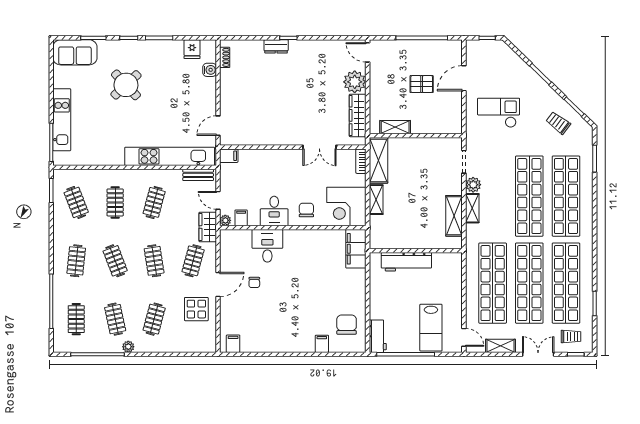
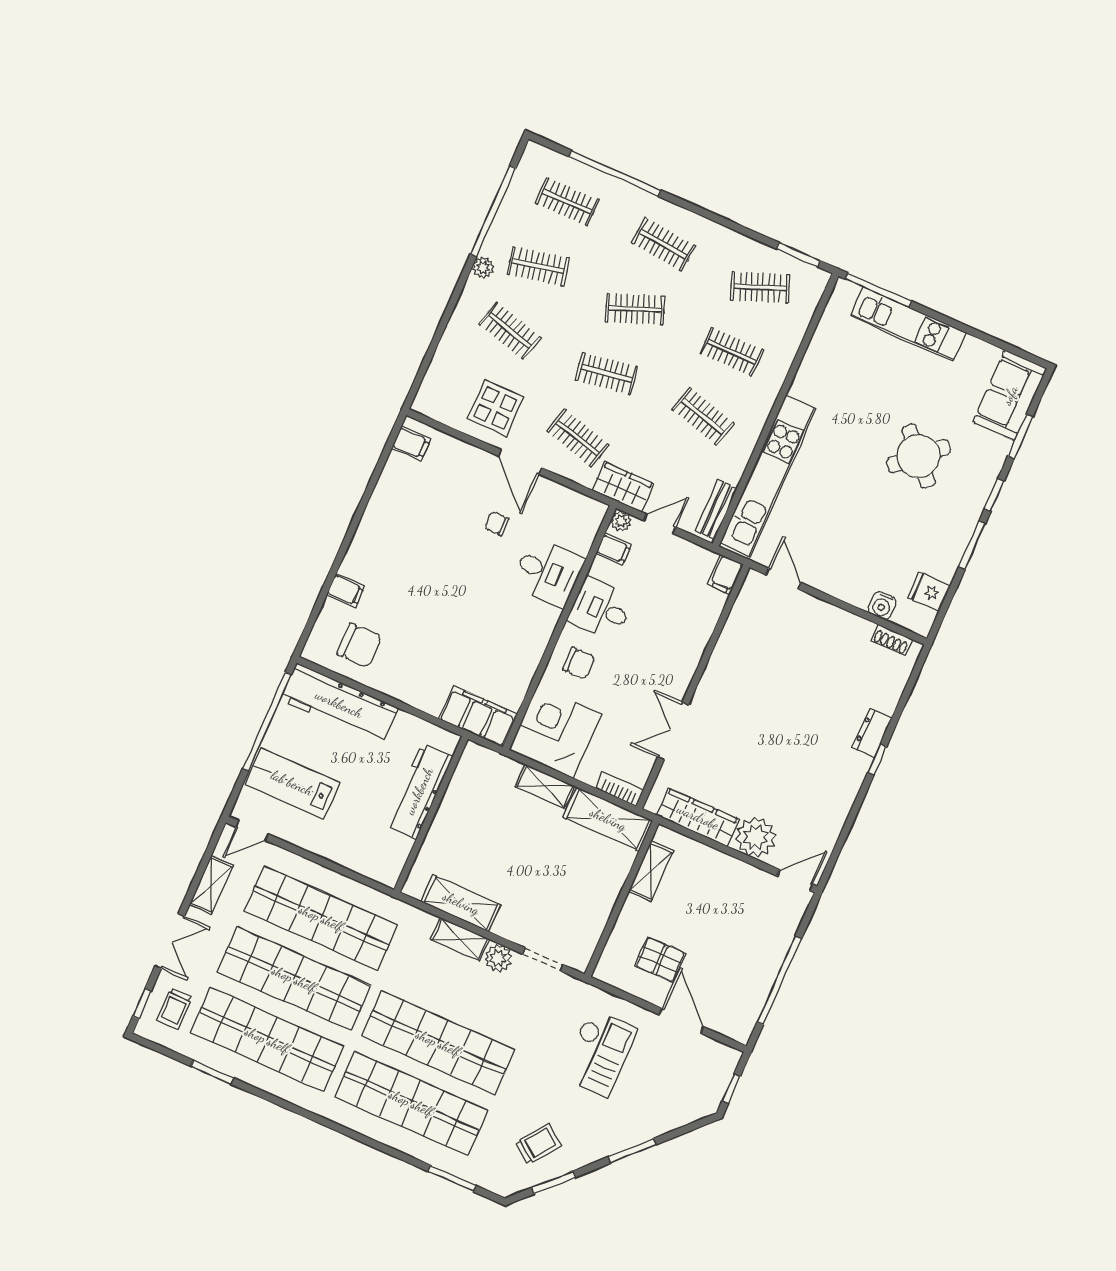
pallet: (422, 84) -> (660, 960), moved, turned 90
workbench: (378, 336) -> (339, 704), width x1.88, depth x1.32

